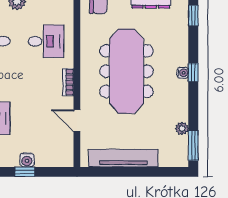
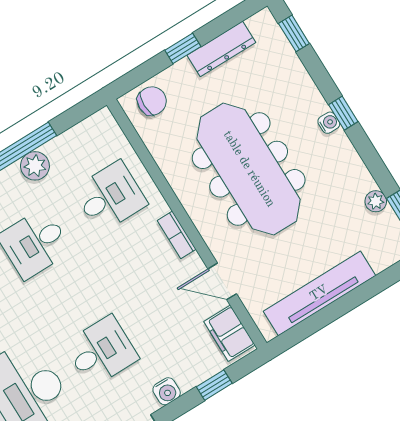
filing cabinet: (64, 150) -> (229, 333), added
water cooler: (27, 160) -> (167, 391), moved
window: (25, 172) -> (214, 385), moved

